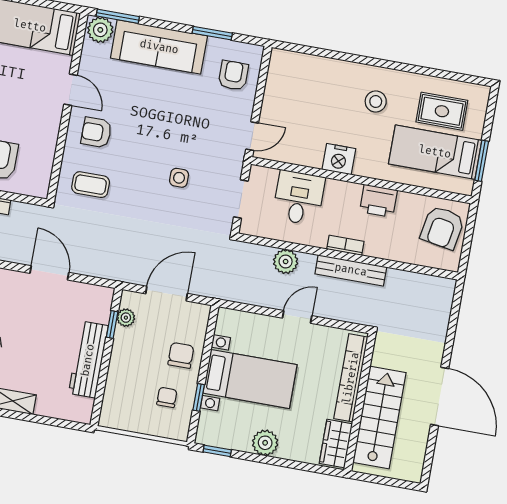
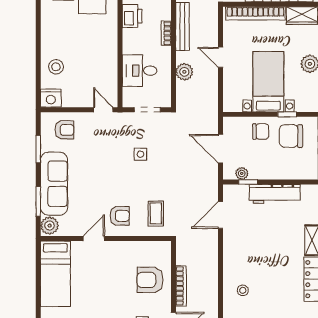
window: (118, 16) -> (38, 201), moved
armchair: (233, 75) -> (64, 130), turned 180
stool: (376, 102) -> (56, 67), moved
armchair: (96, 132) -> (120, 216), turned -90
nightstand: (339, 159) -> (51, 98), moved, turned 90
door: (49, 273) -> (221, 215), moved
chair: (181, 355) -> (261, 132), turned 180
chair: (167, 397) -> (291, 136), width x1.87, depth x1.87

